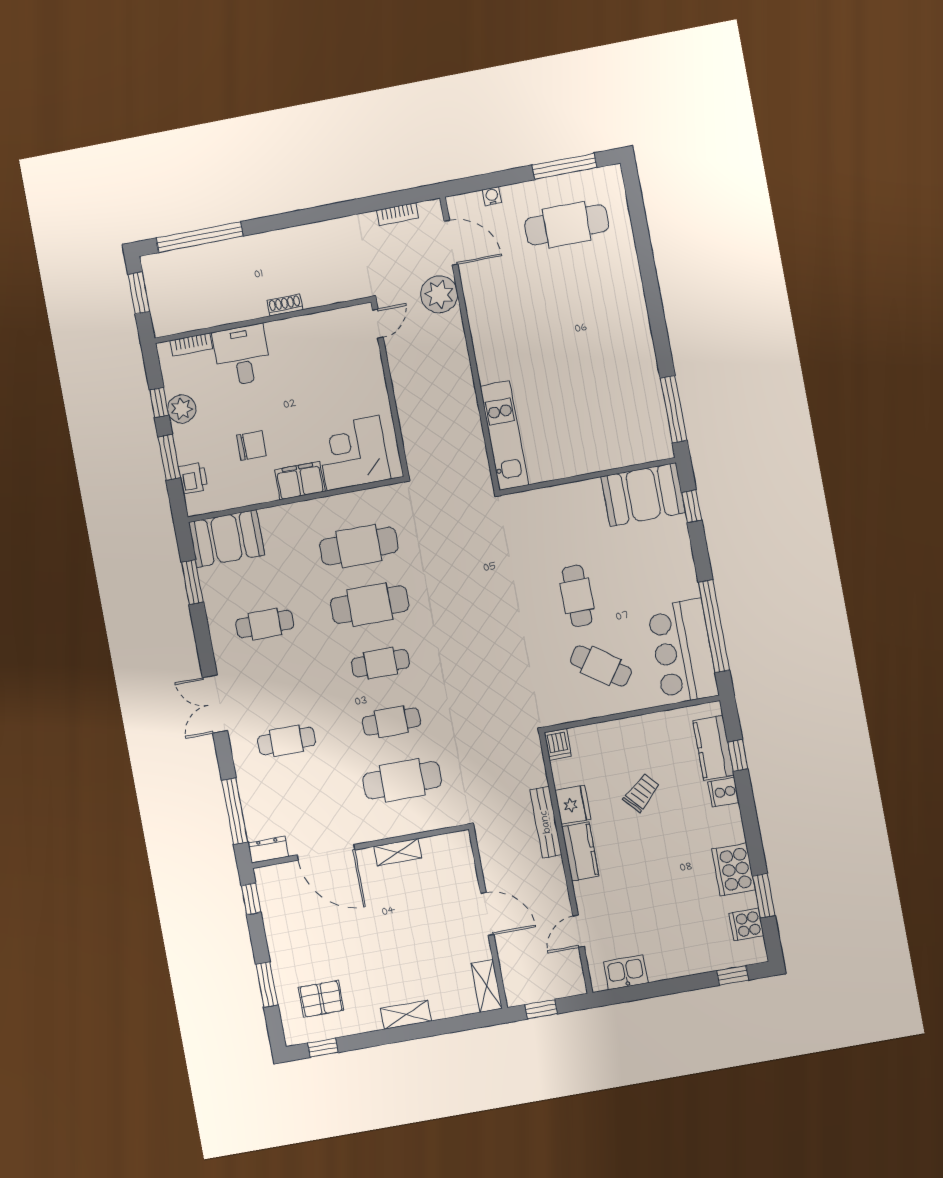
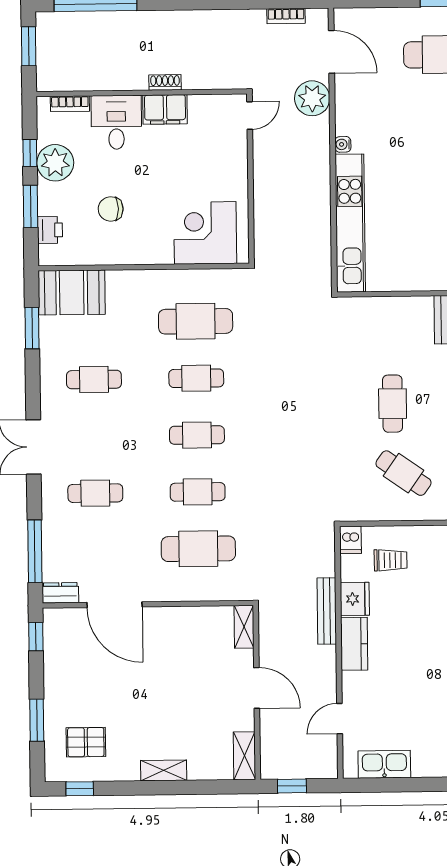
water cooler: (492, 196) -> (343, 144), moved, turned -90
plant: (182, 409) -> (55, 163), width x1.36, depth x1.36
kitchen unit: (504, 436) -> (350, 223), width x1.36
chair: (252, 445) -> (111, 209), turned 180
filing cabinet: (300, 481) -> (165, 109), moved, turned 180
cafe table: (370, 605) -> (196, 378), width x0.73, depth x0.74
trolley: (642, 793) -> (391, 560), moved, turned 42
shelving: (398, 852) -> (244, 627), moved, turned 90
kitchen sink: (626, 972) -> (384, 764), width x1.38

